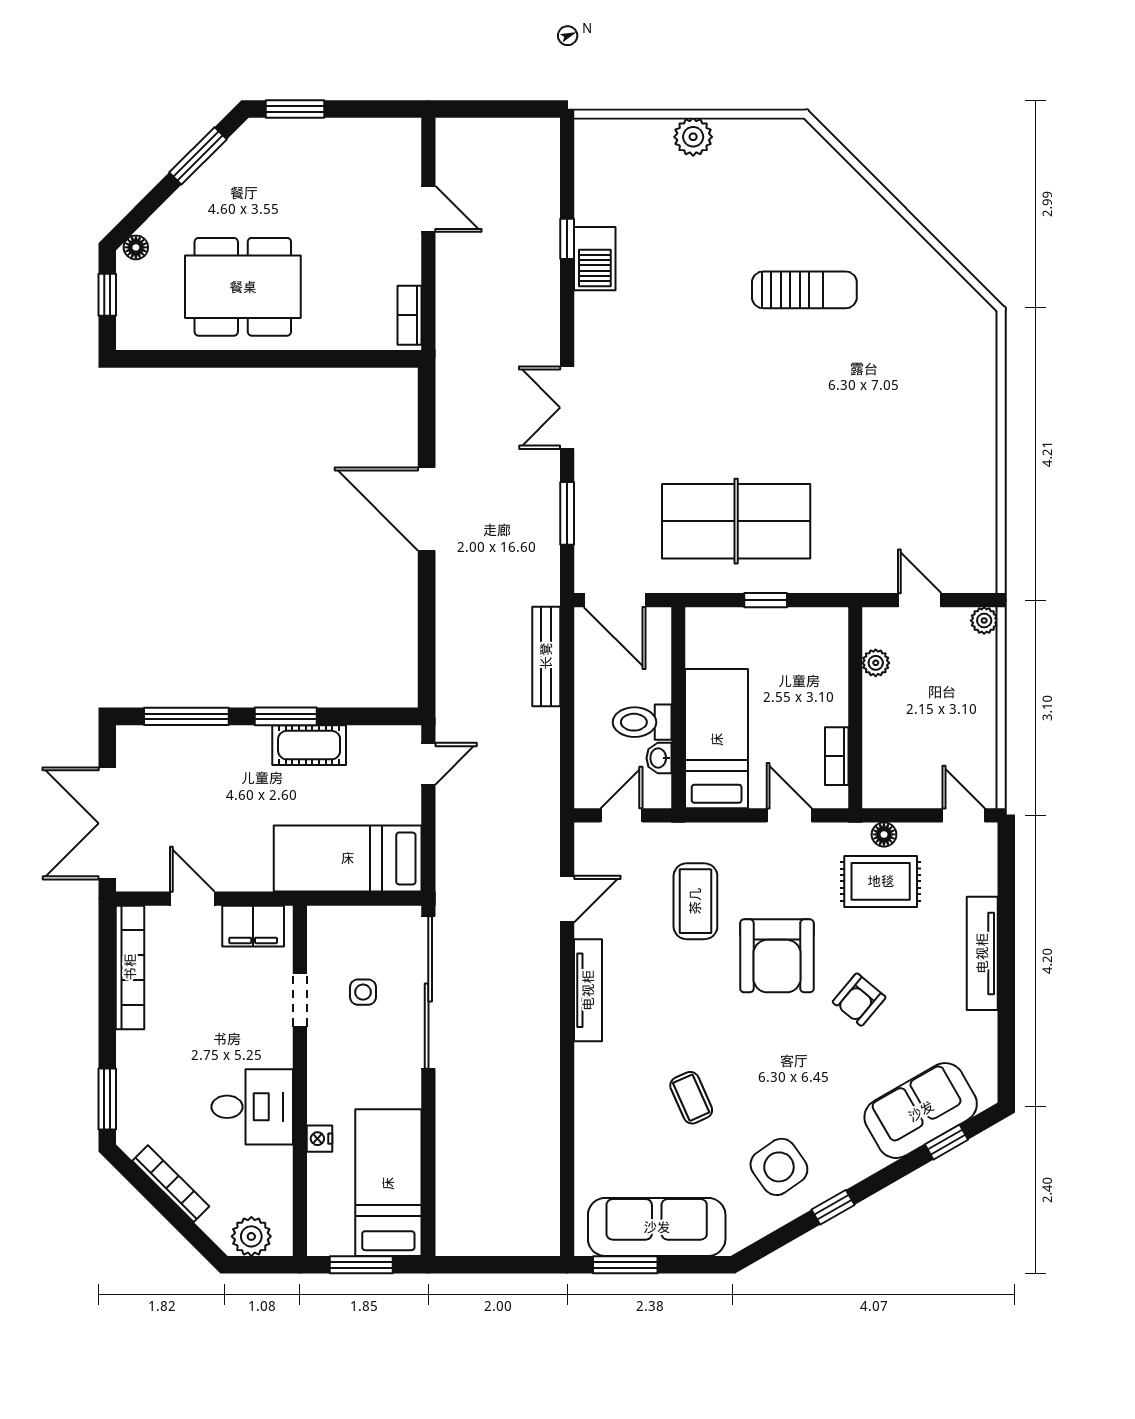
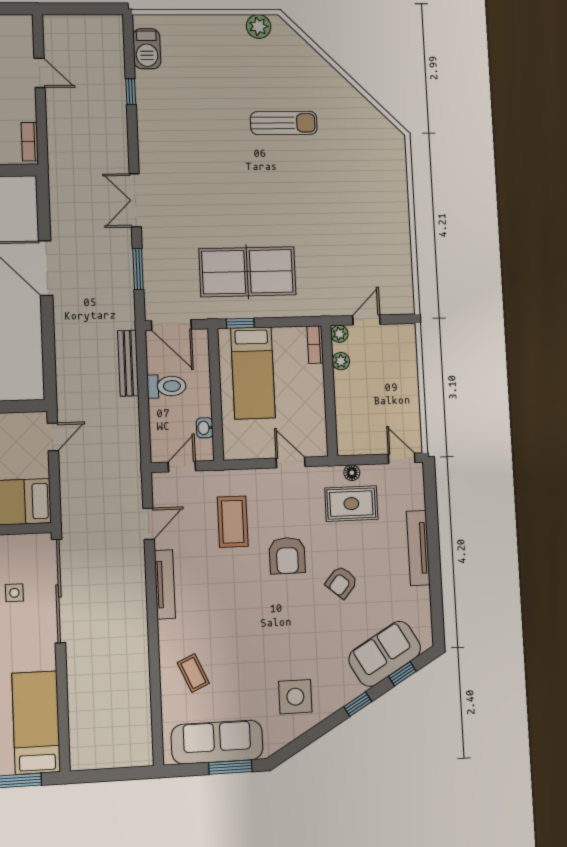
plant: (693, 137) -> (259, 26), moved
barbecue: (595, 259) -> (147, 49), moved
window: (766, 600) -> (240, 323), moved
door: (920, 600) -> (366, 320), hinge flipped
plant: (984, 620) -> (339, 334), moved
toilet: (642, 722) -> (167, 386), moved, turned 180
bed: (717, 739) -> (253, 373), moved, turned 180
bookcase: (837, 756) -> (315, 345), moved
armchair: (777, 956) -> (287, 556), width x0.73, depth x0.73
coffee table: (691, 1098) -> (193, 673), moved
side table: (779, 1167) -> (295, 697), turned 35
window: (833, 1207) -> (358, 704), moved
window: (625, 1265) -> (230, 767), moved

